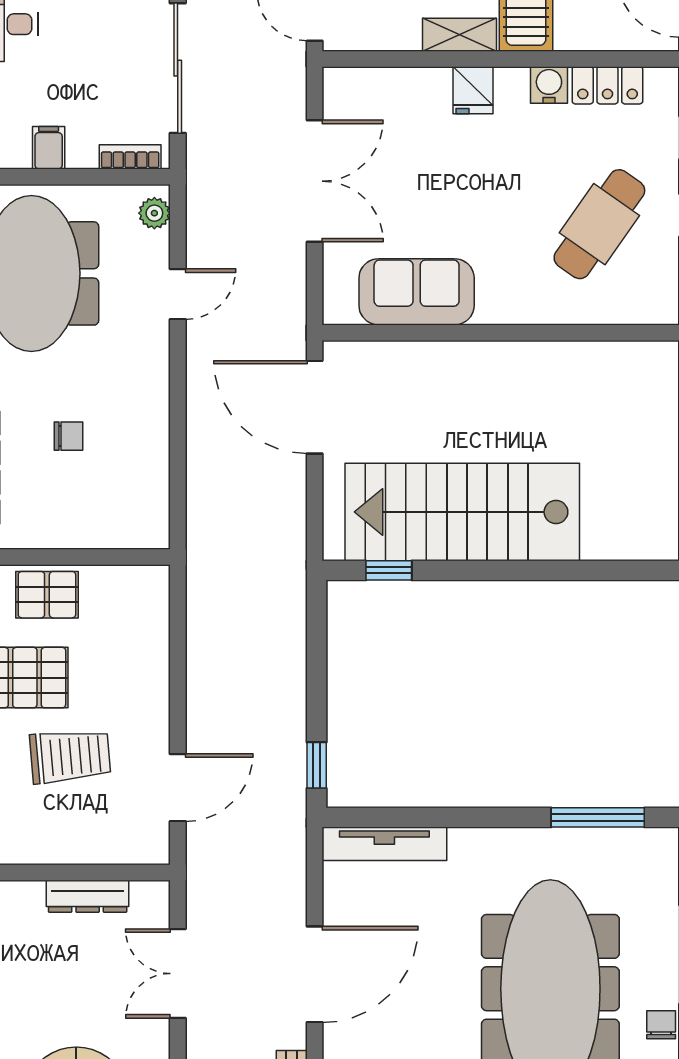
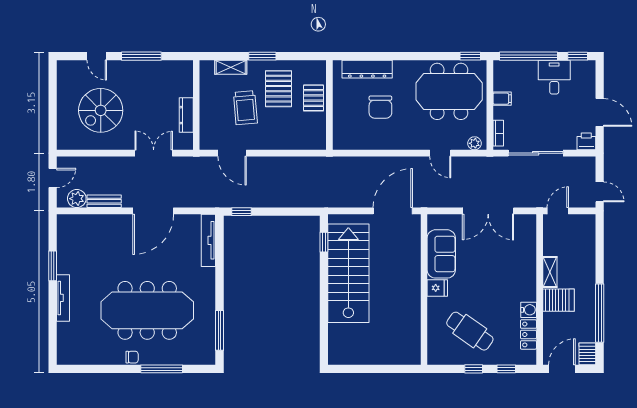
fridge: (473, 90) -> (437, 288), moved, turned 180
chair: (69, 436) -> (380, 107), width x1.87, depth x1.87
door: (315, 974) -> (153, 211), hinge flipped

